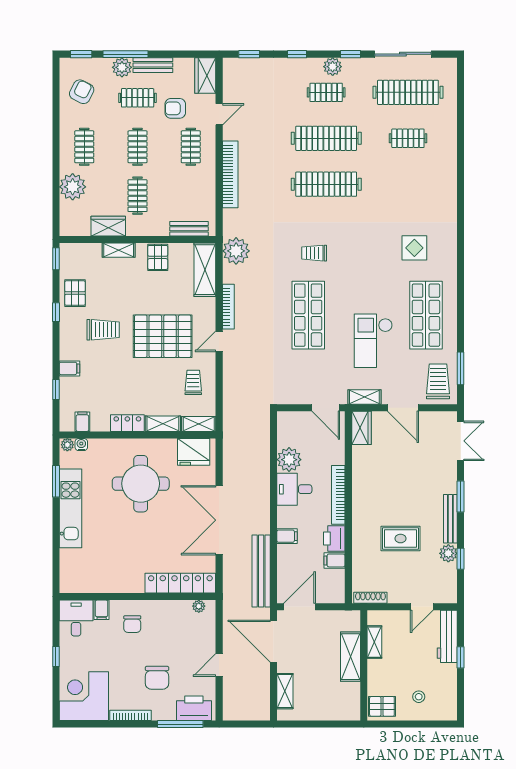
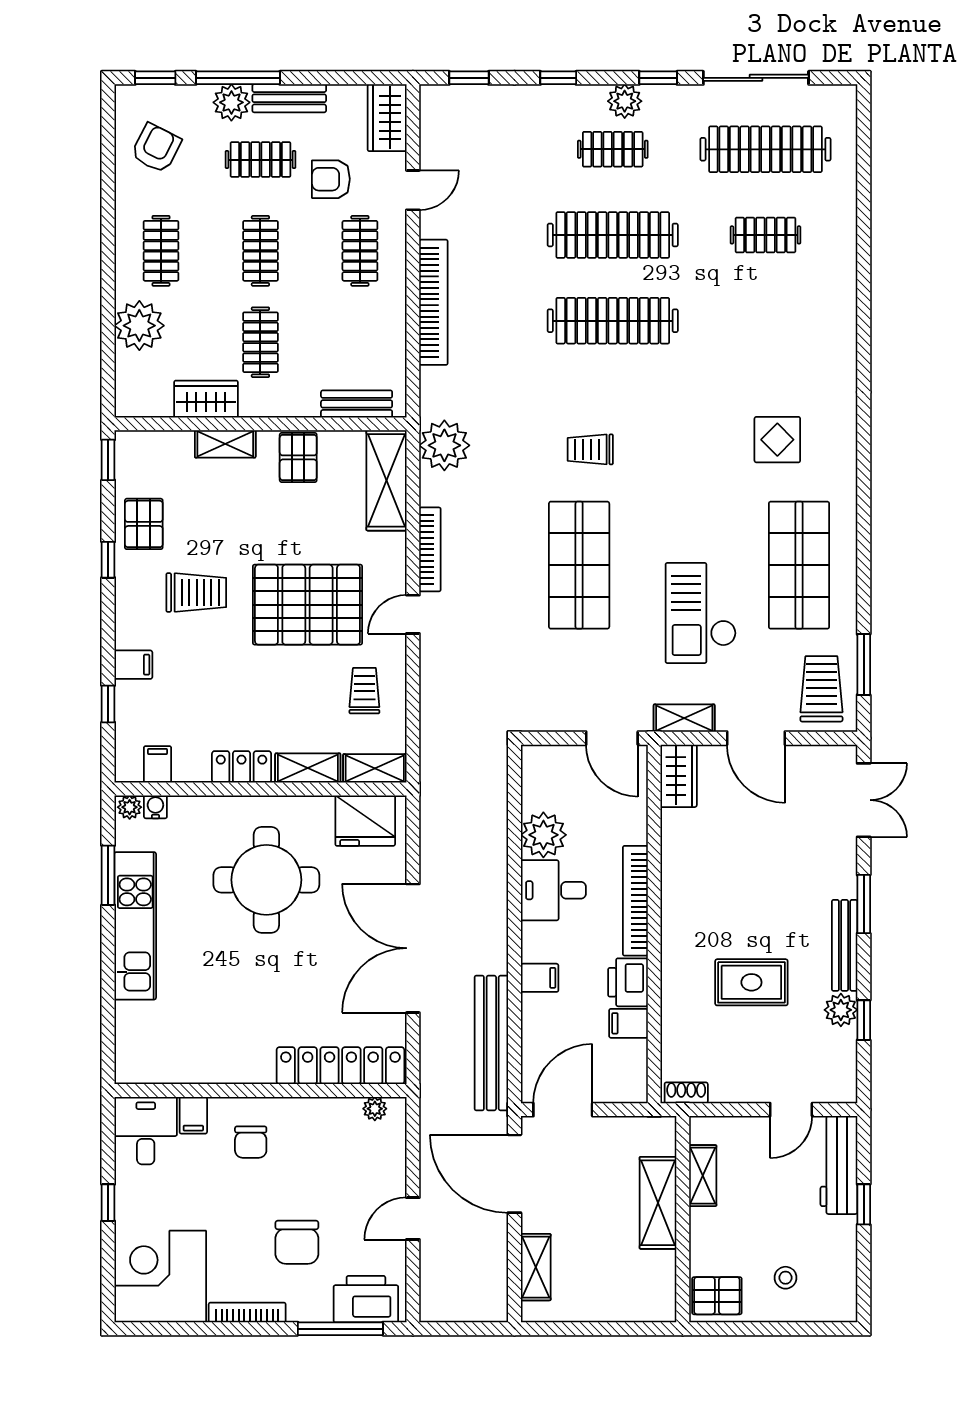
shoe rack: (370, 598) -> (686, 1093), width x0.70

